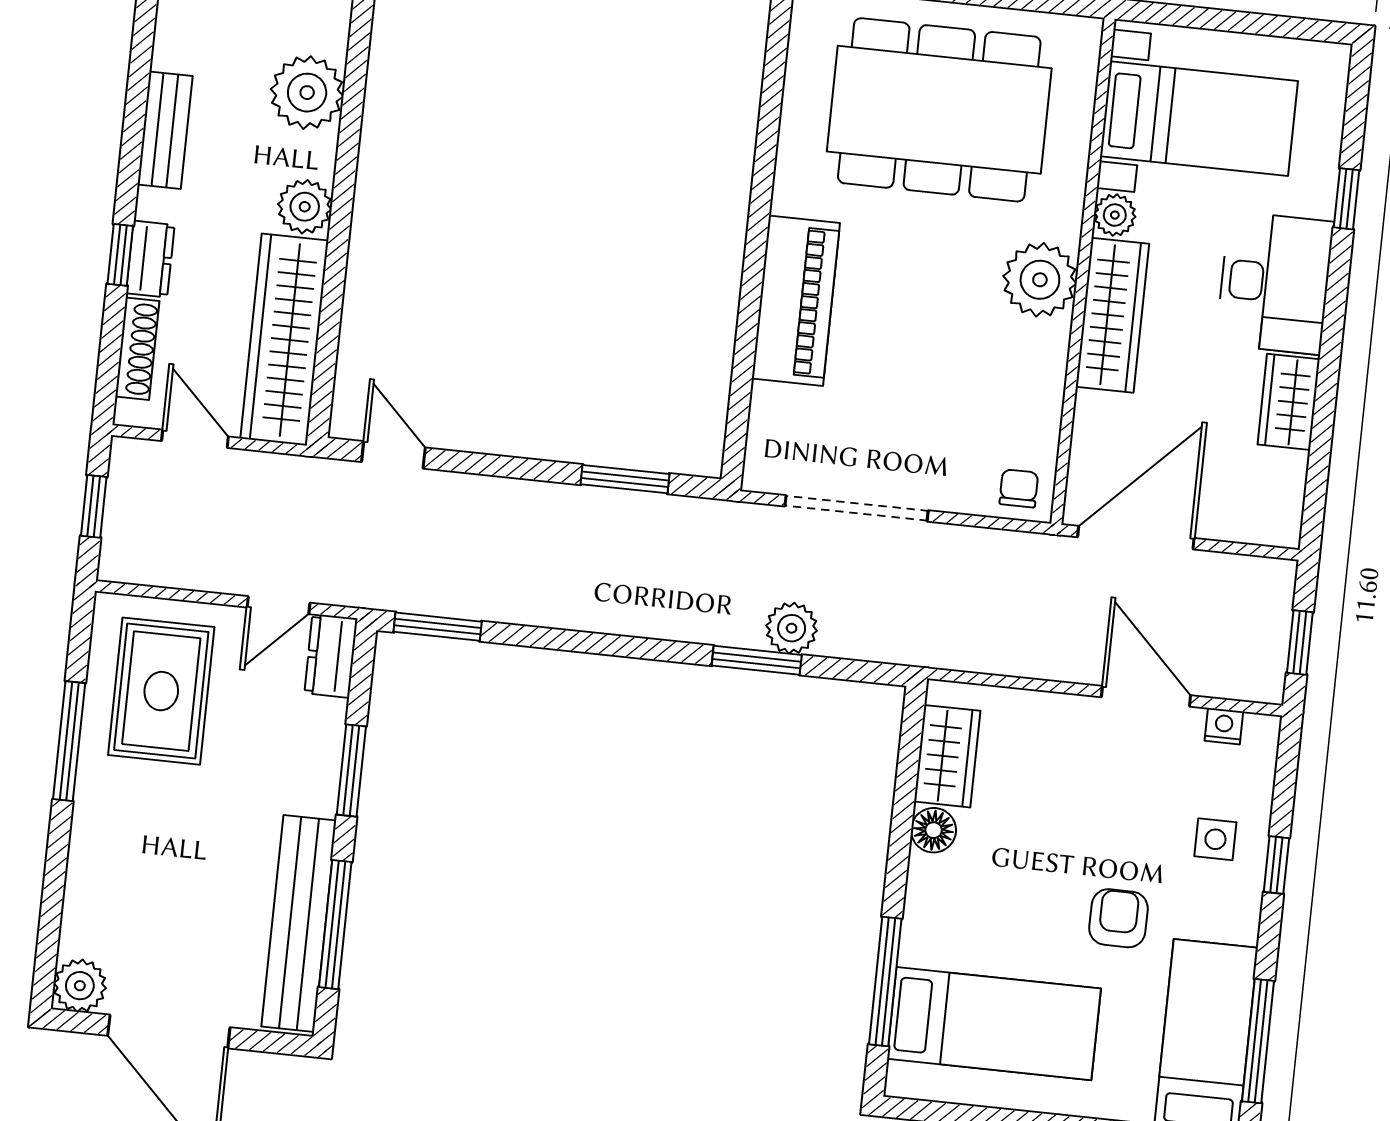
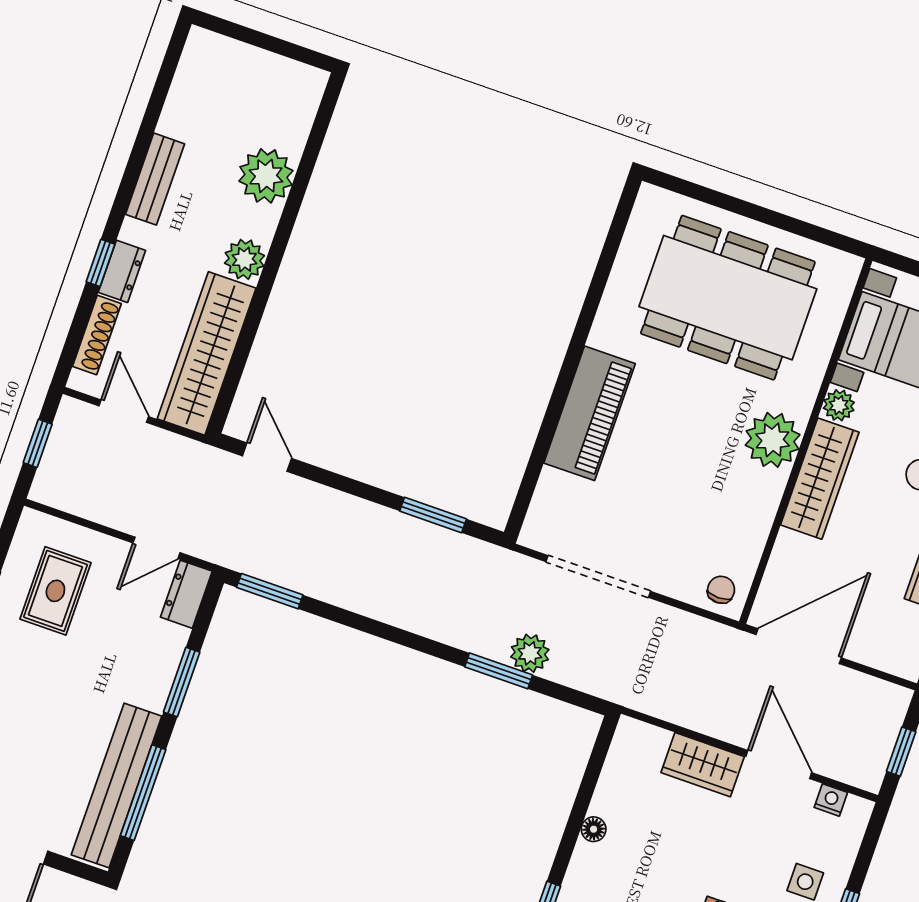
rug: (161, 691) -> (55, 591), width x0.73, depth x0.70
wardrobe: (947, 756) -> (703, 765), moved, turned 90
floor lamp: (934, 830) -> (594, 829), width x0.73, depth x0.73

